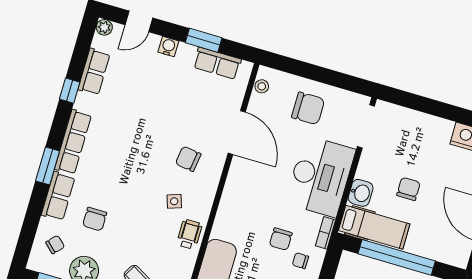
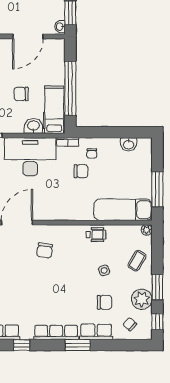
side table: (174, 201) -> (104, 270), moved
wheelchair: (189, 234) -> (96, 235), turned 180

